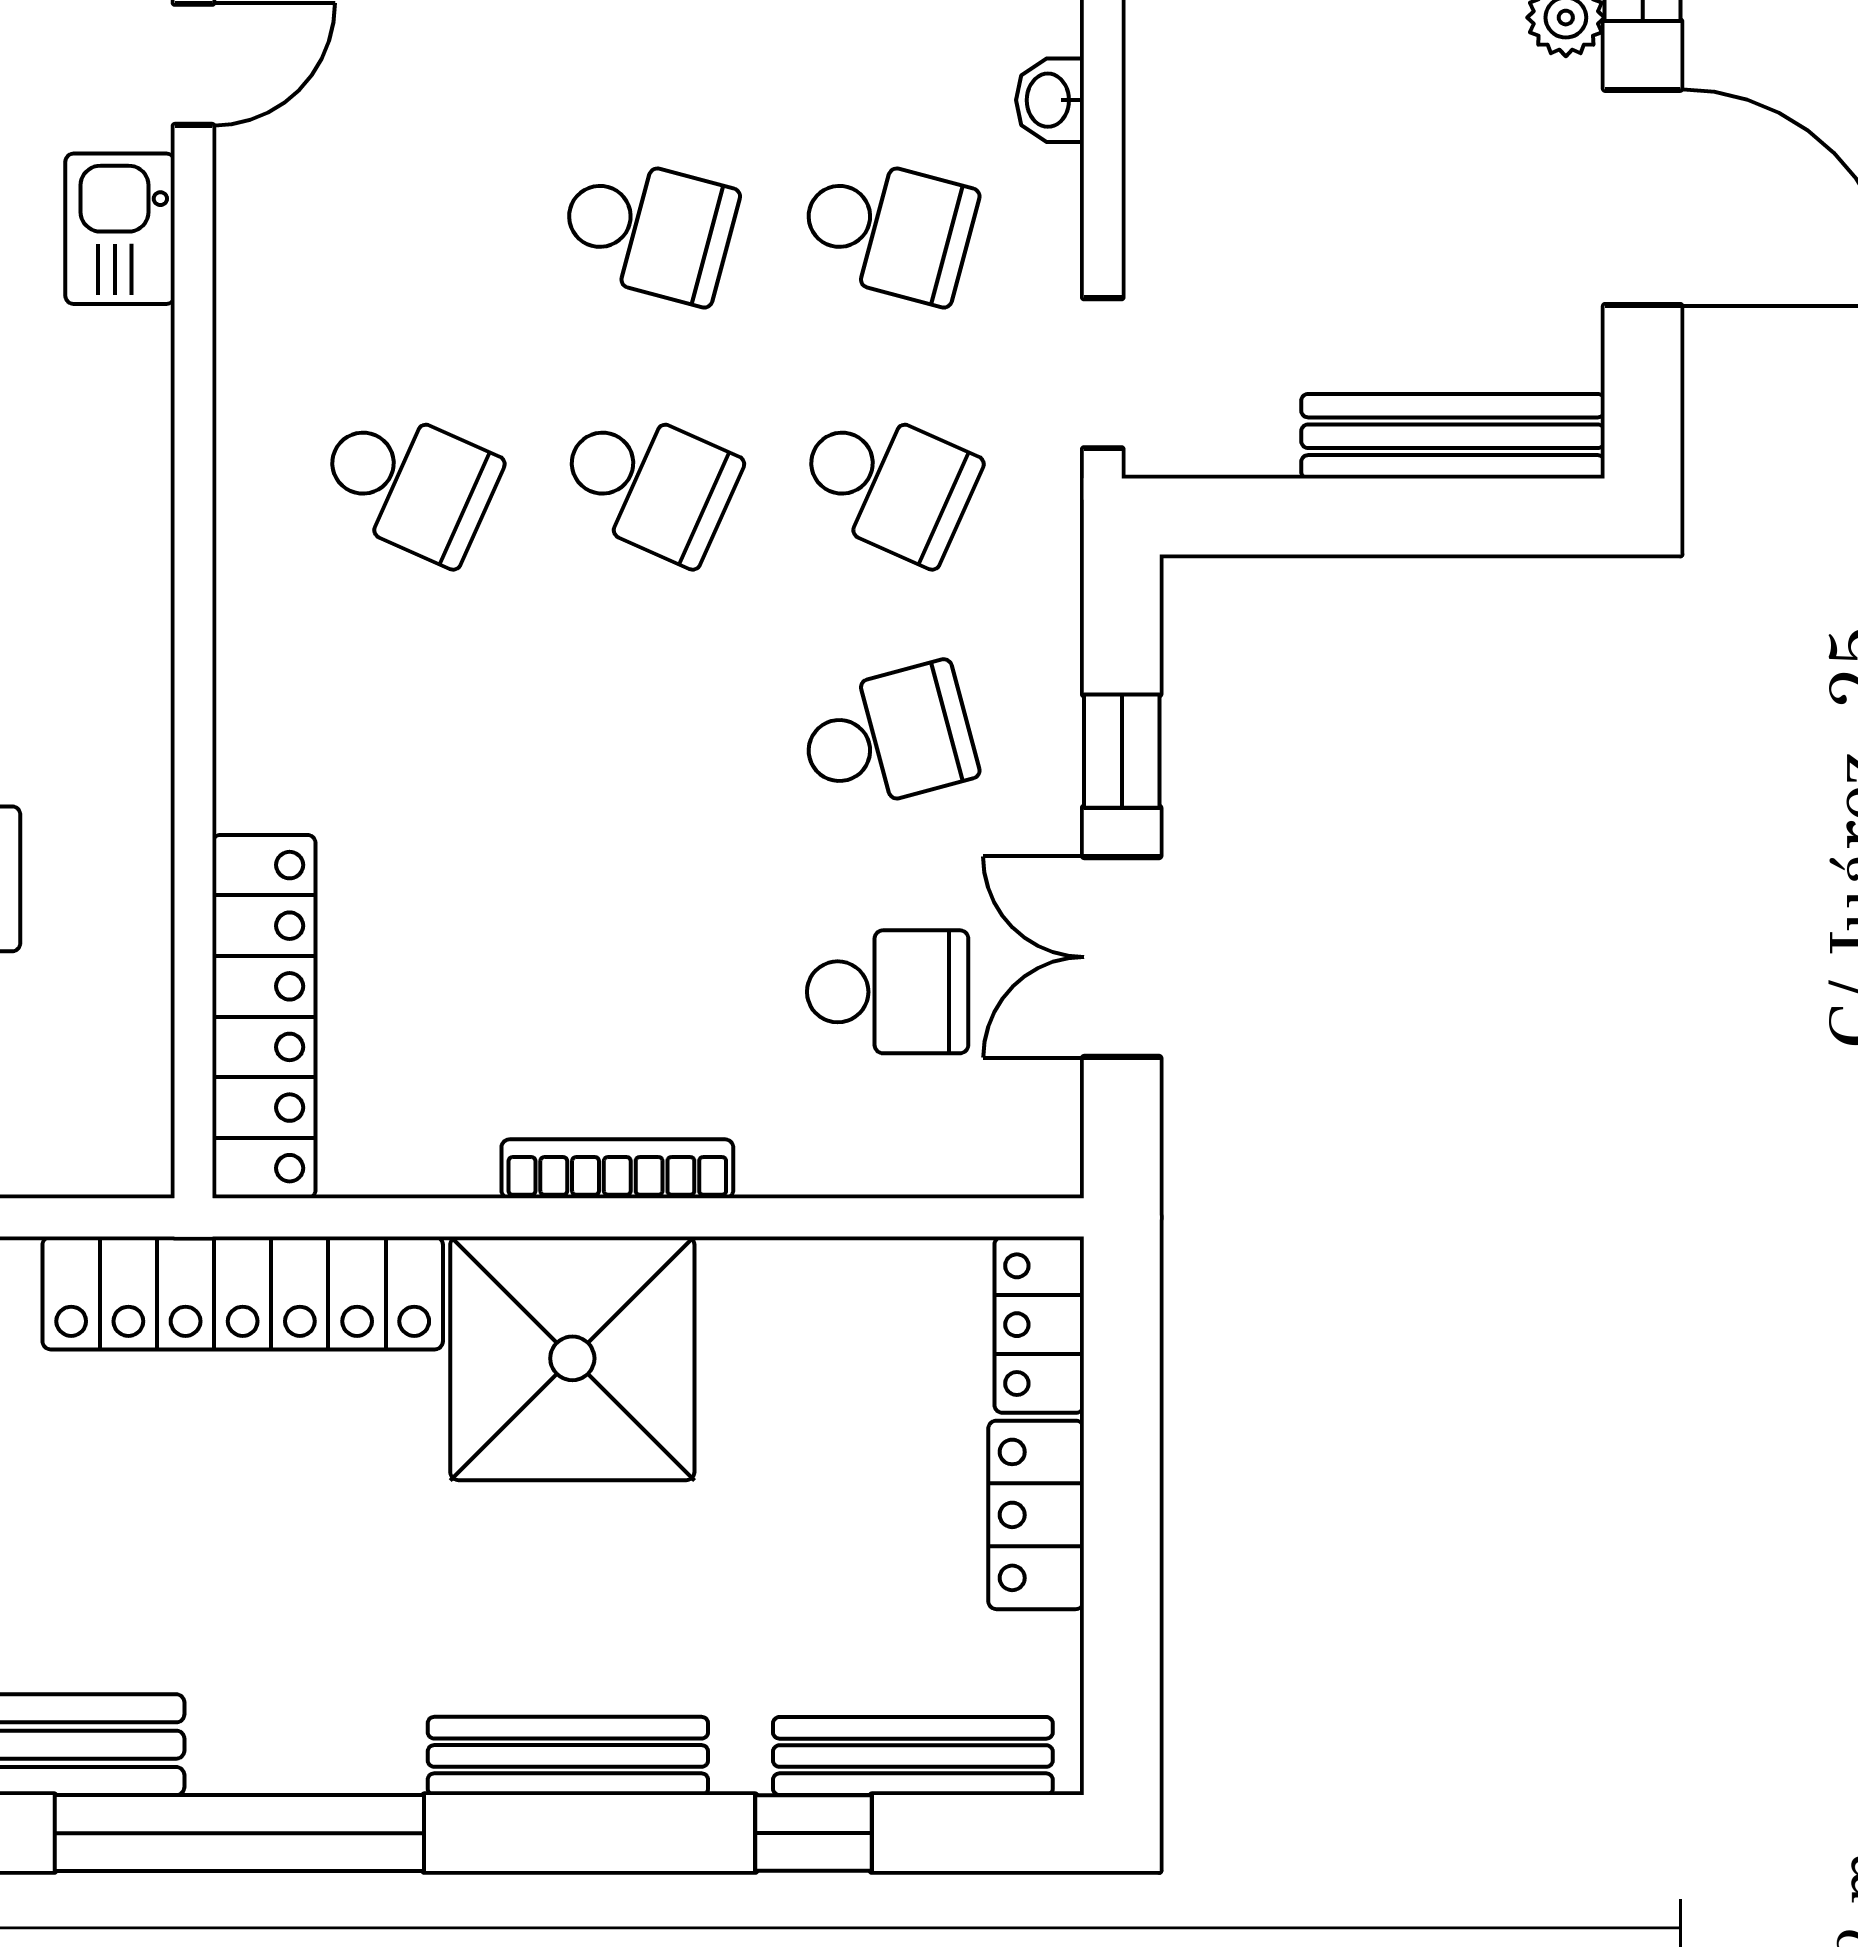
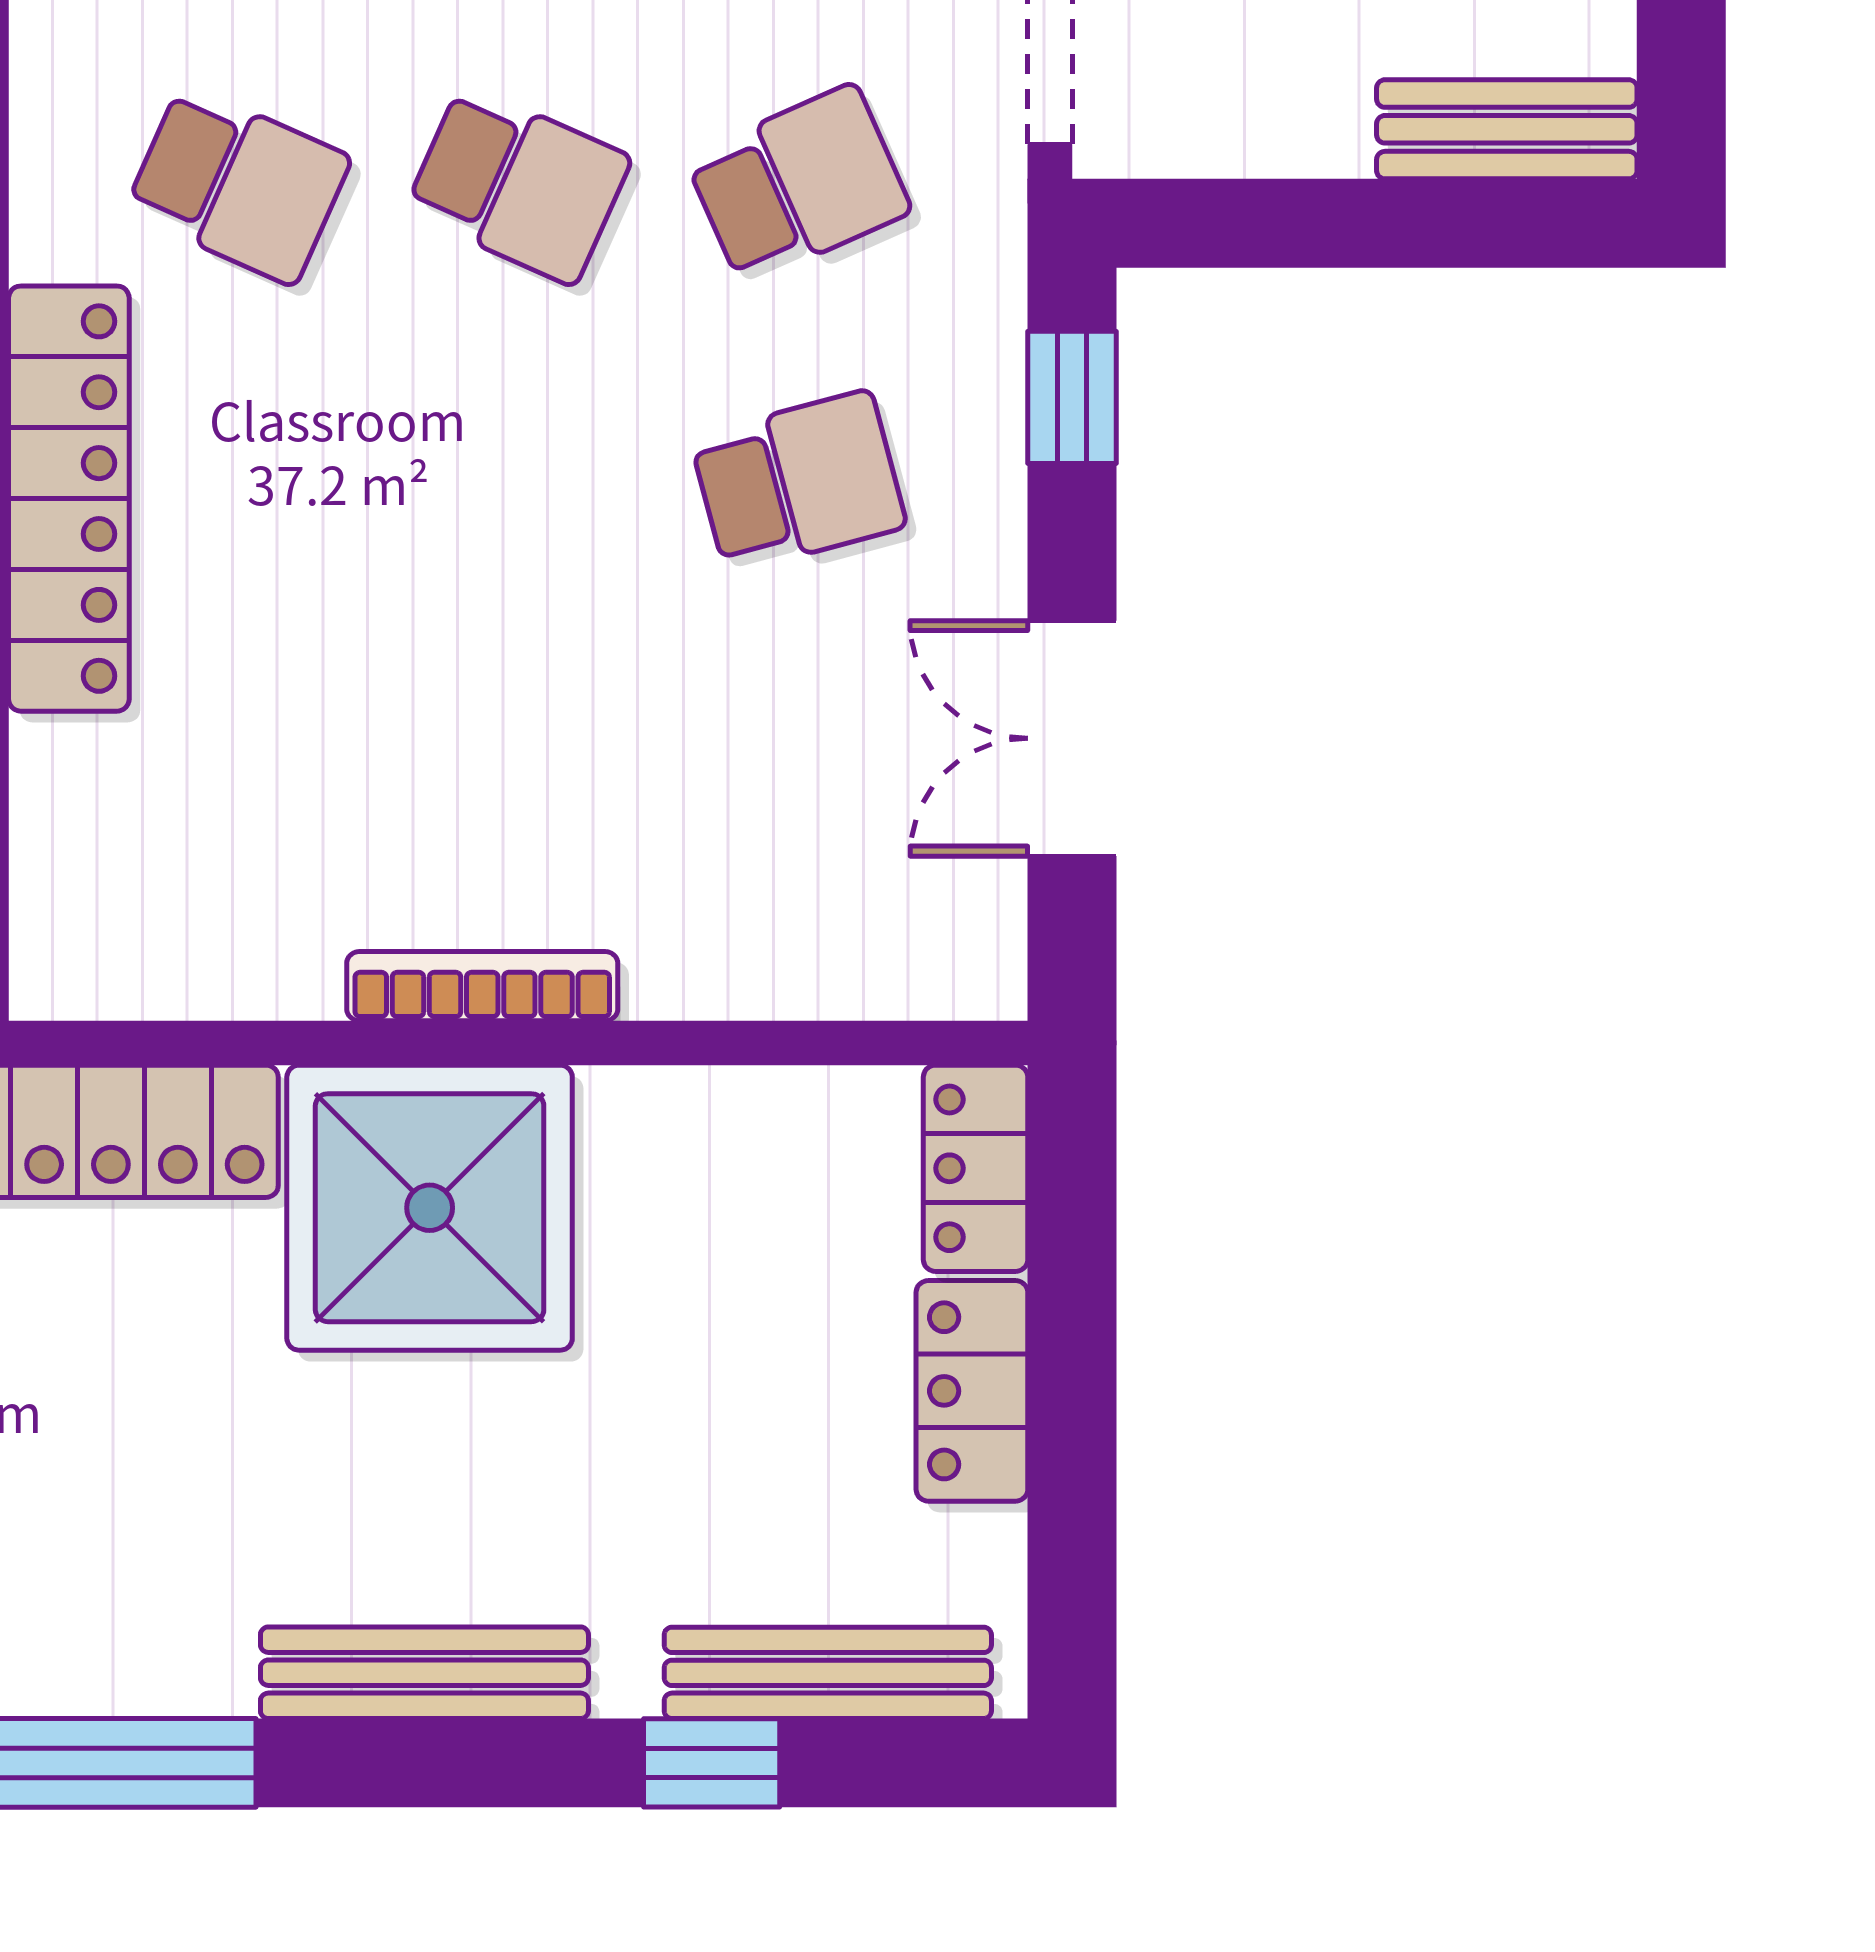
bench: (1453, 436) -> (1507, 129), width x0.73
school desk: (888, 483) -> (798, 185), turned -48
window: (1122, 751) -> (1072, 397), moved
school desk: (888, 992) -> (798, 779), removed
locker: (264, 1017) -> (69, 499), moved

